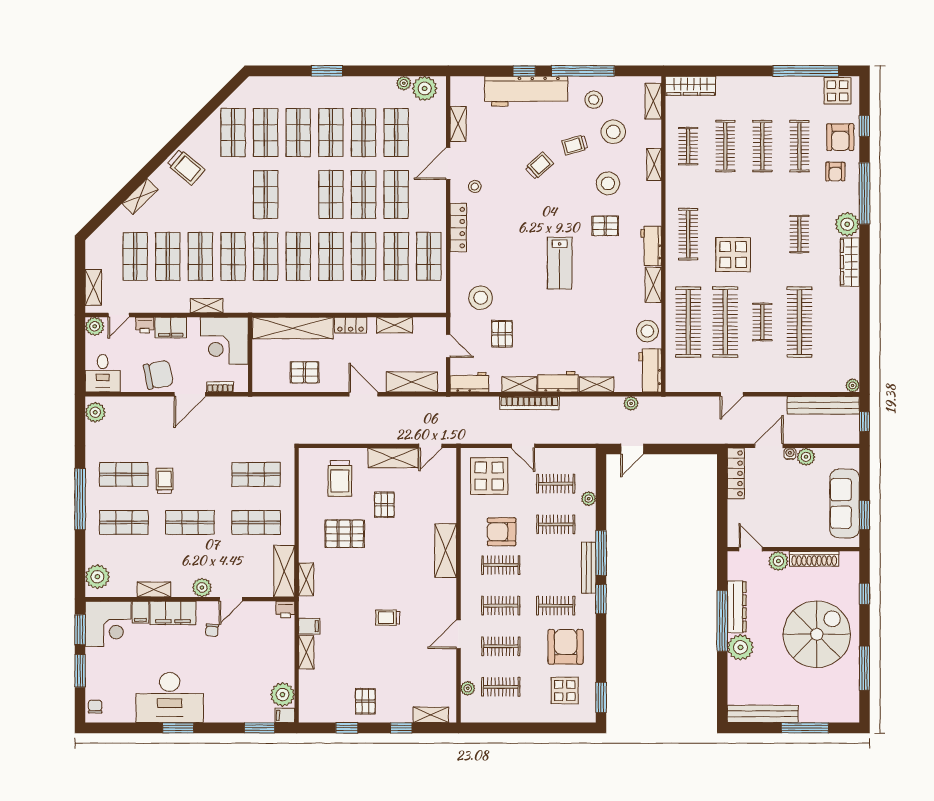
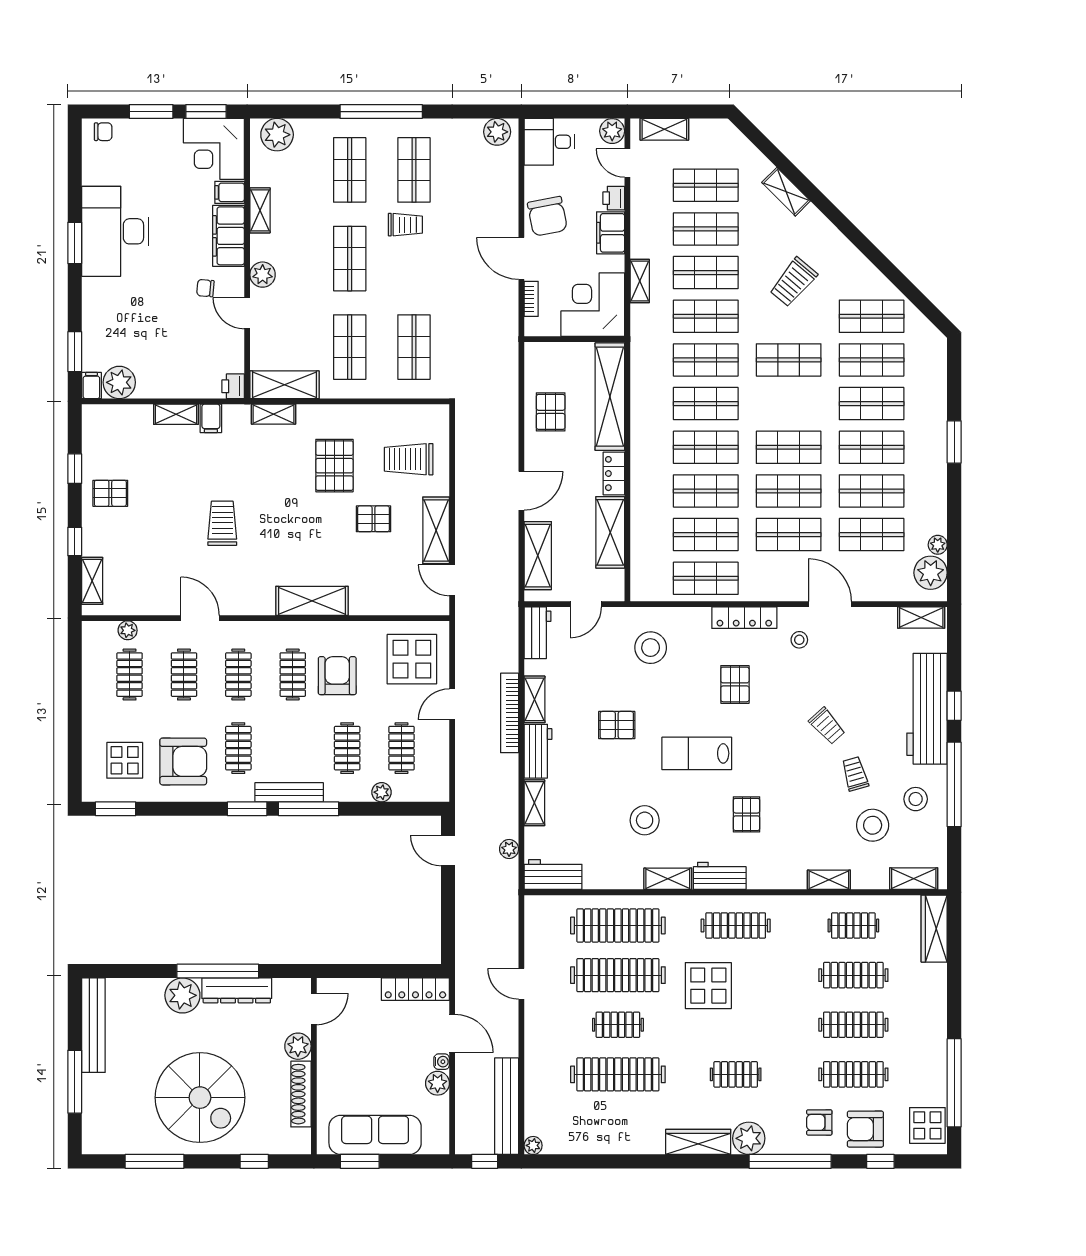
shelving: (458, 124) -> (921, 618), moved
trolley: (186, 167) -> (793, 282), moved
stool: (608, 183) -> (804, 818), removed
pallet: (508, 235) -> (735, 684), added
shelving: (395, 325) -> (610, 532), width x1.50, depth x1.33
stool: (647, 331) -> (645, 820), moved
pallet: (502, 334) -> (617, 725), moved
trolley: (388, 618) -> (222, 523), width x1.36, depth x1.39

